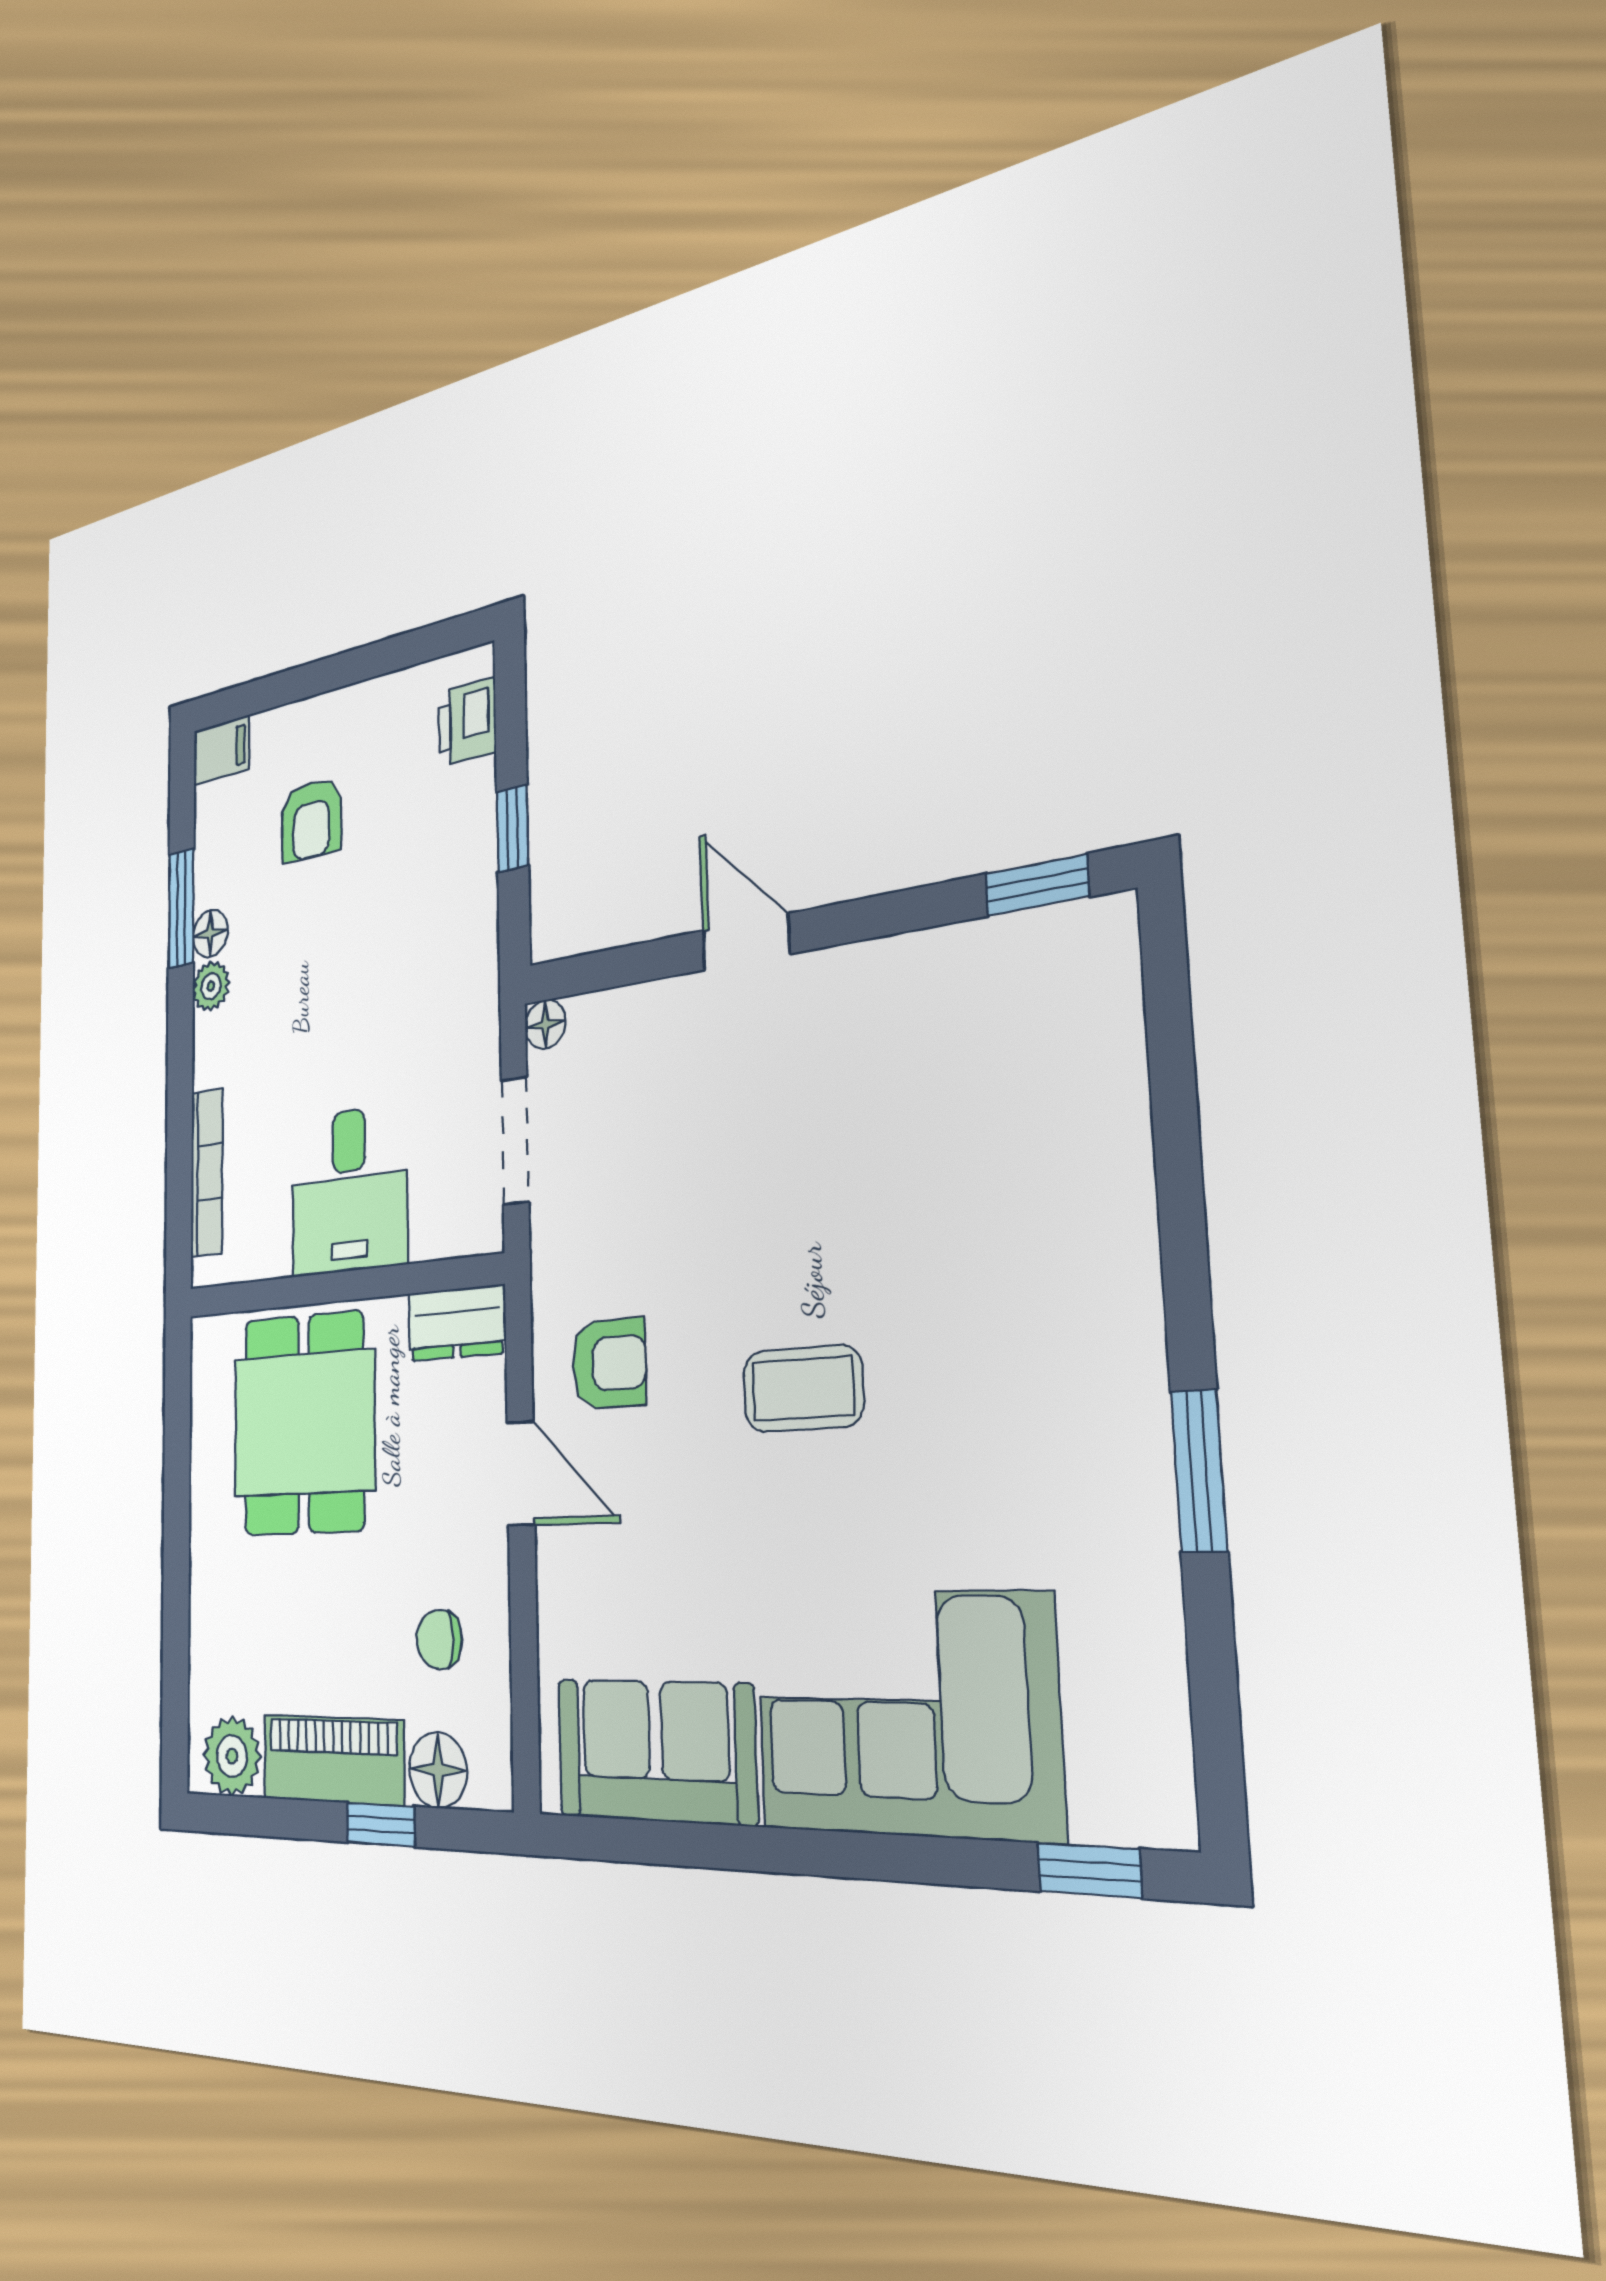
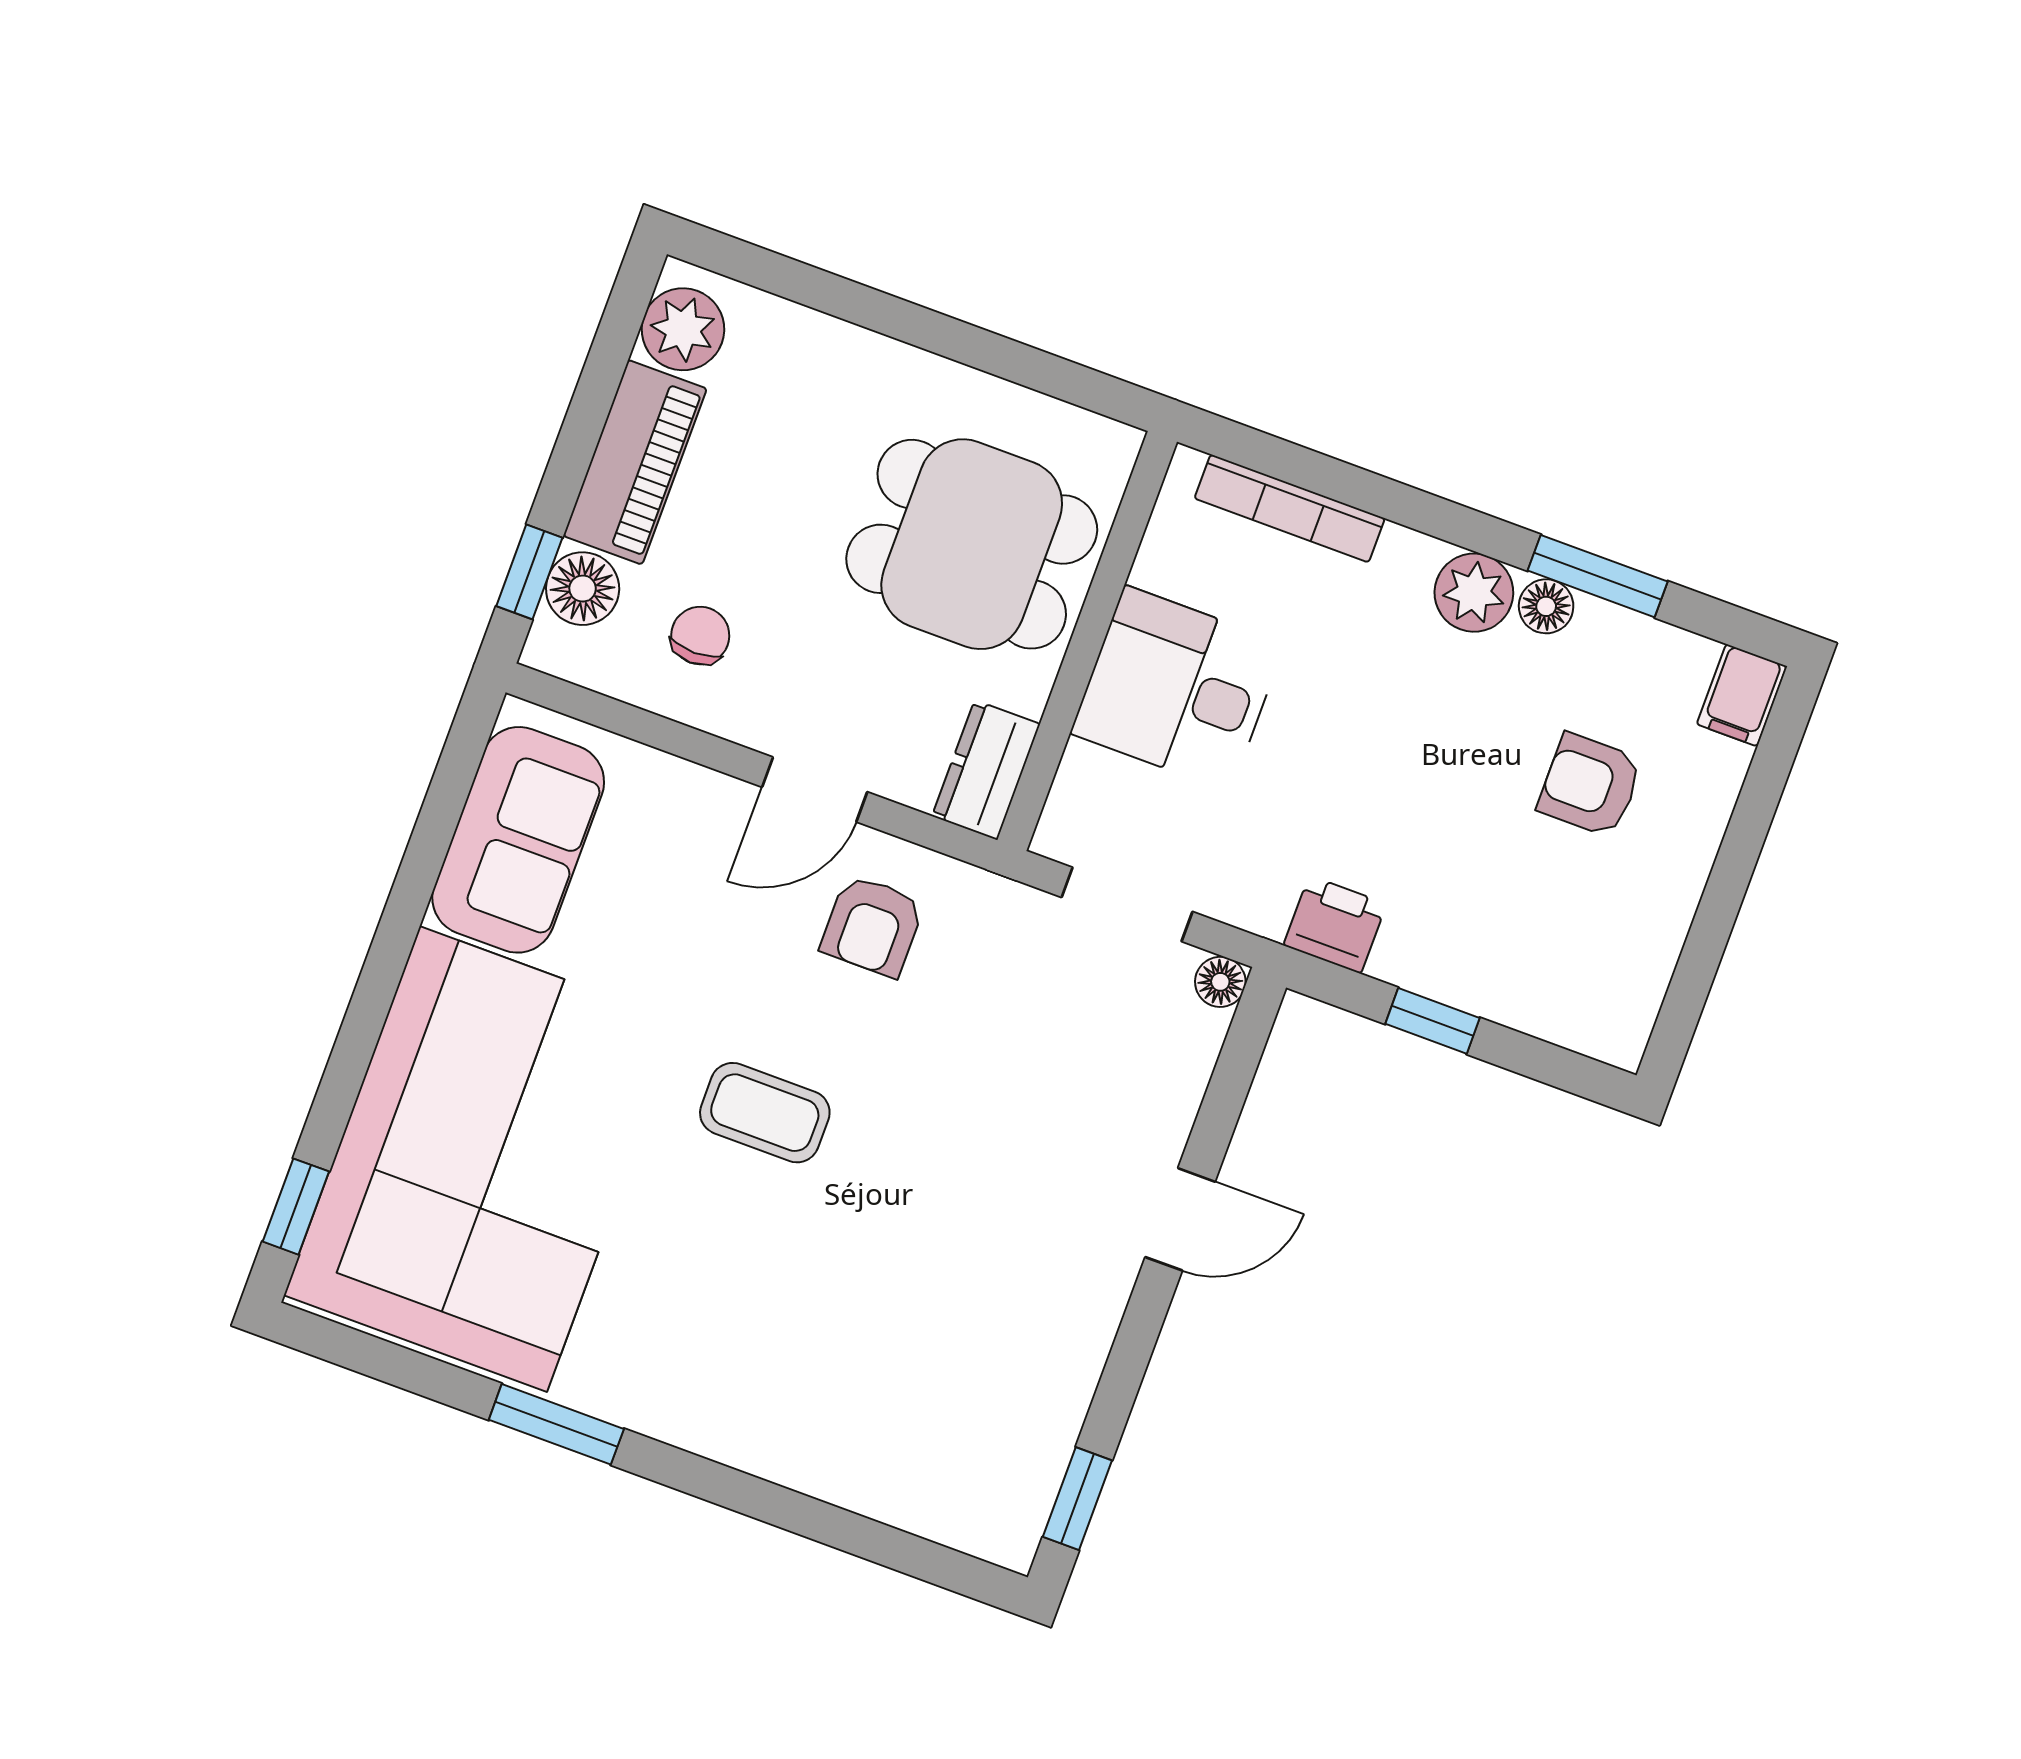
printer: (467, 722) -> (1335, 925), moved
plant: (211, 986) -> (1474, 593), width x1.38, depth x1.38
coffee table: (803, 1389) -> (765, 1113), turned 90
corner sofa: (905, 1713) -> (483, 1159), width x1.36, depth x1.36
window: (381, 1825) -> (529, 572), moved

